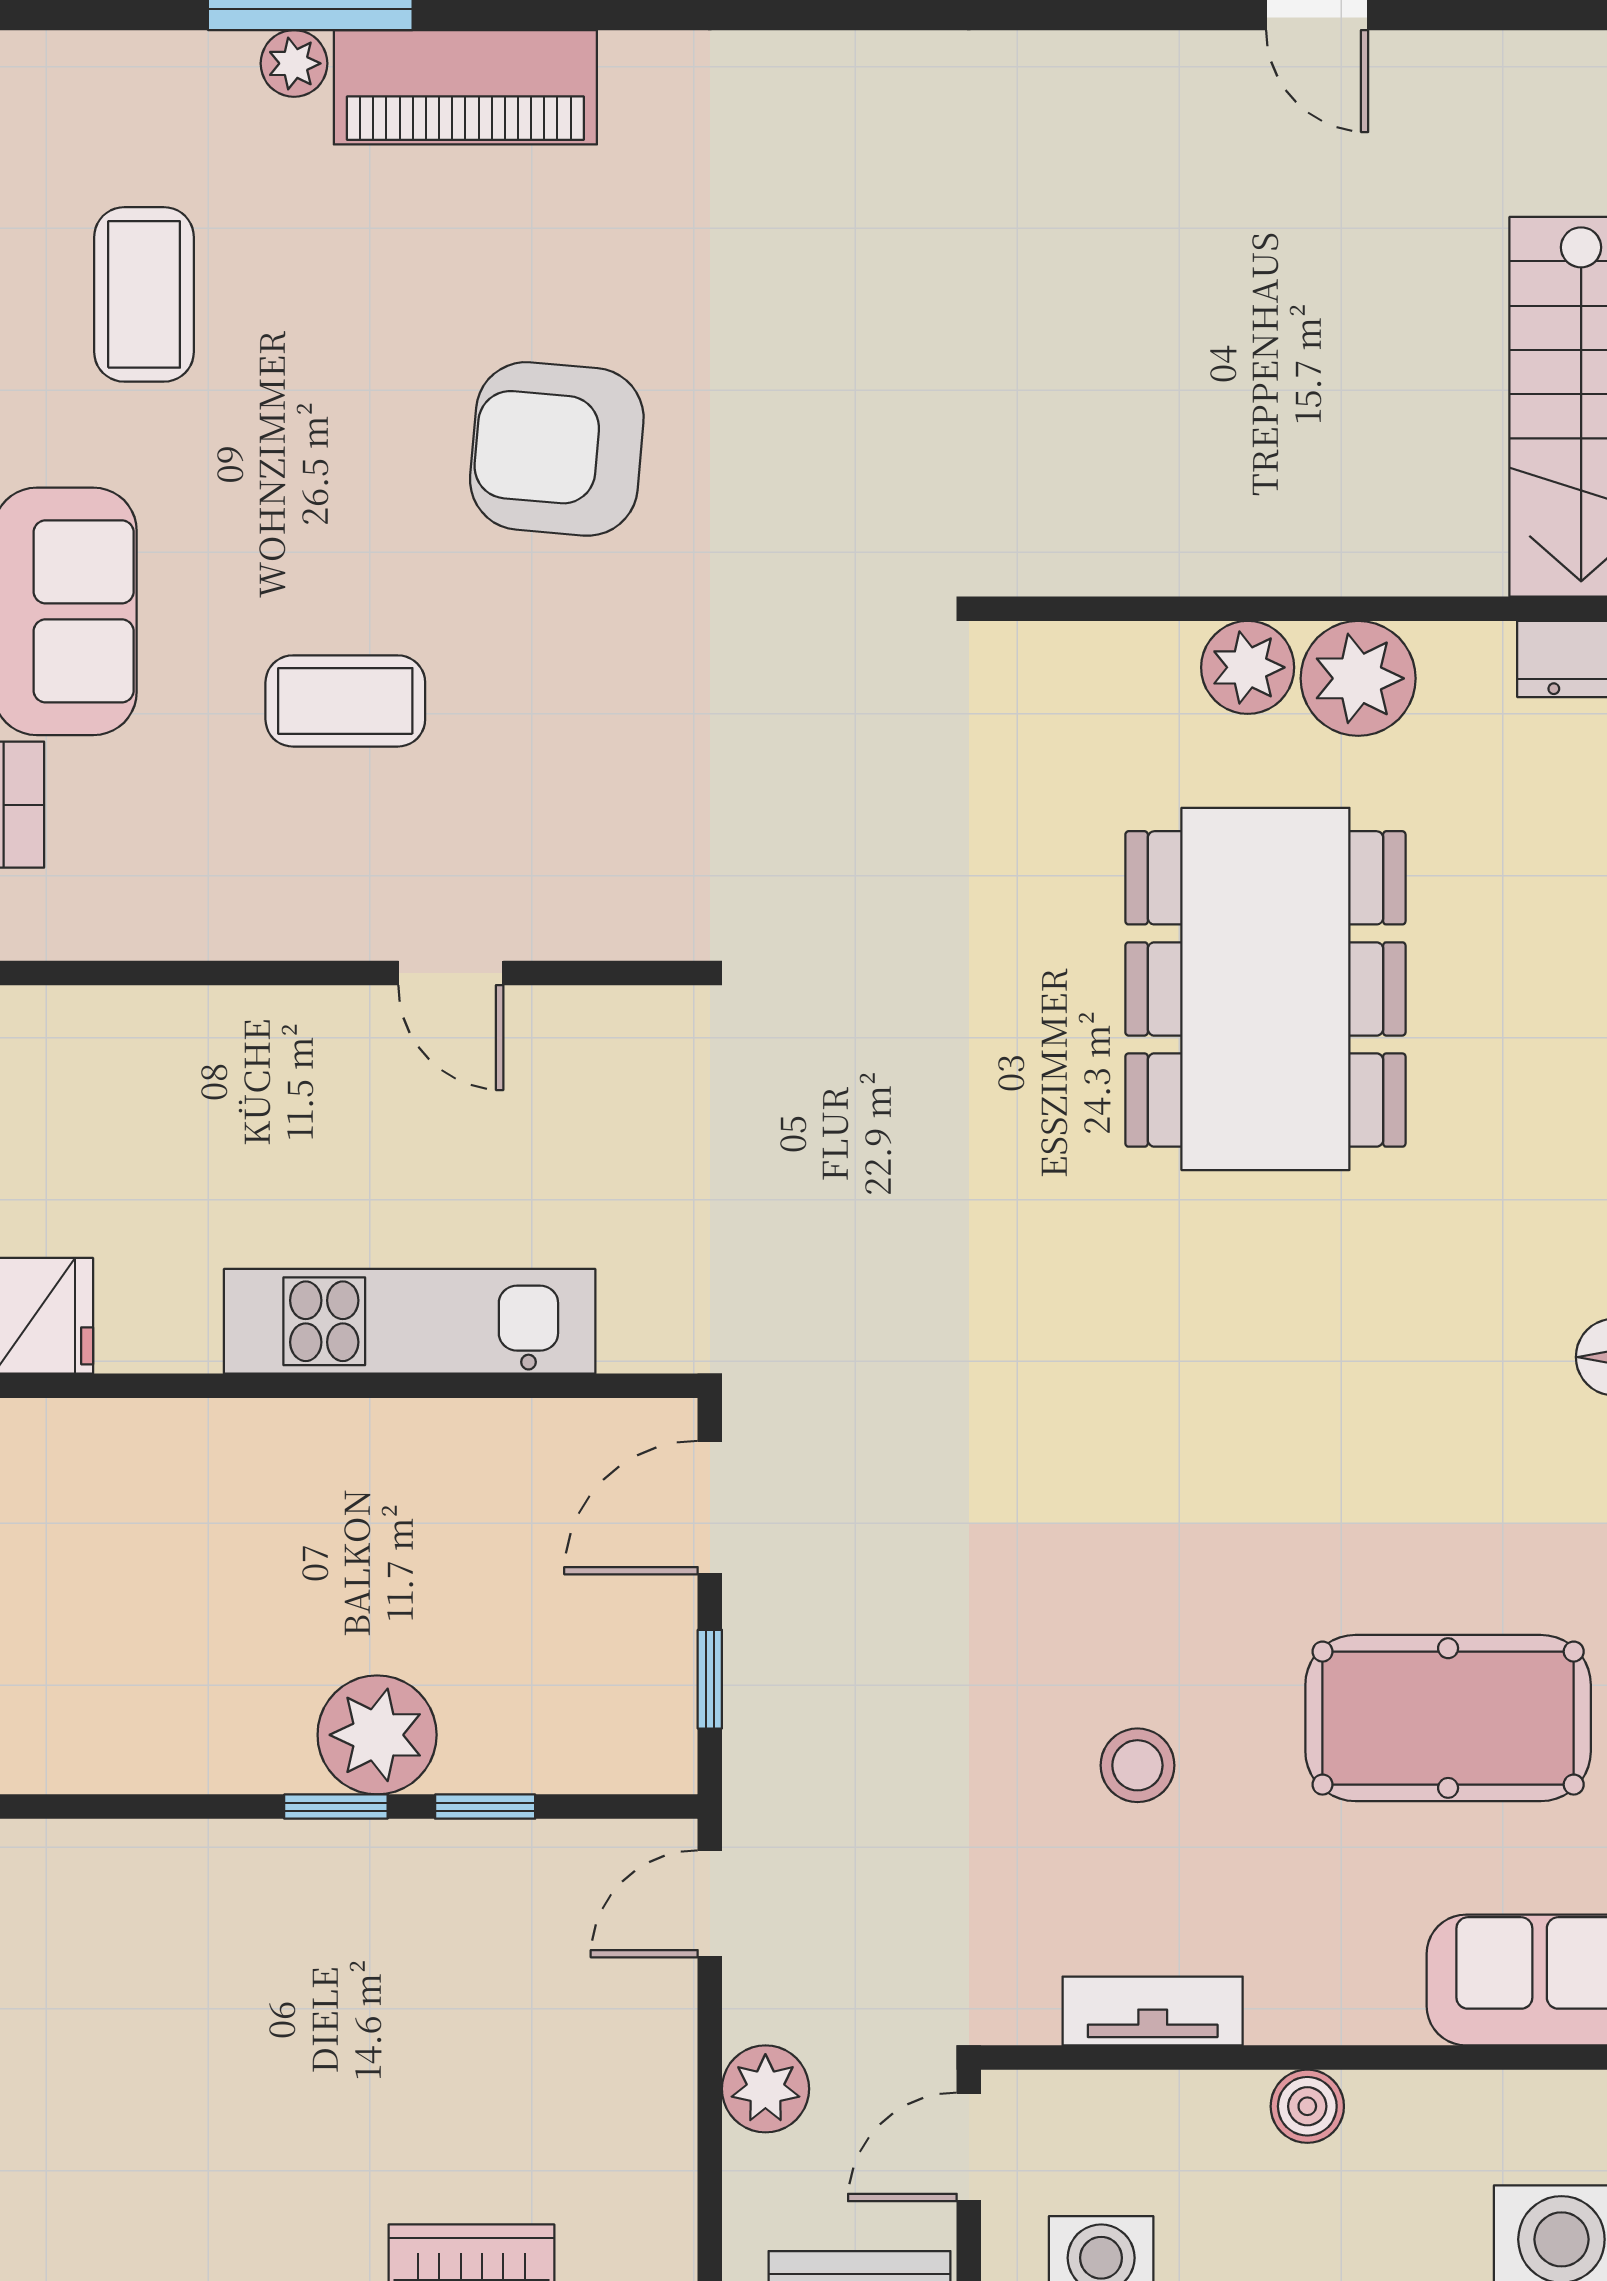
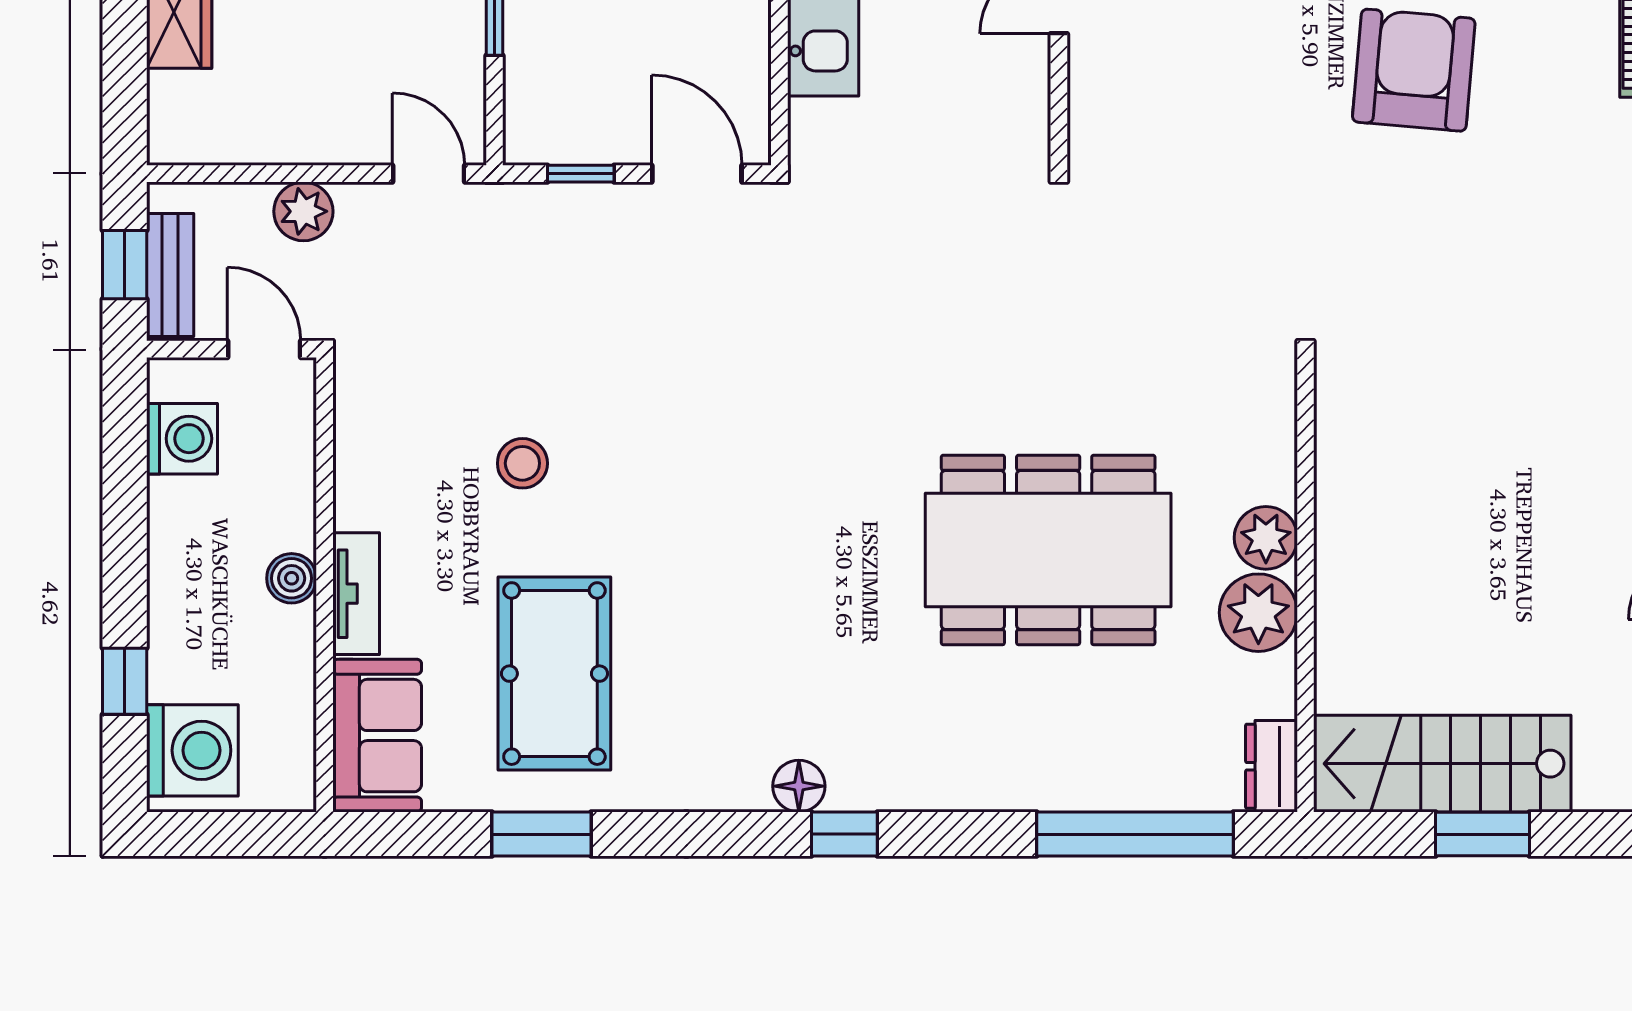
tv unit: (1153, 2011) -> (356, 594), moved

